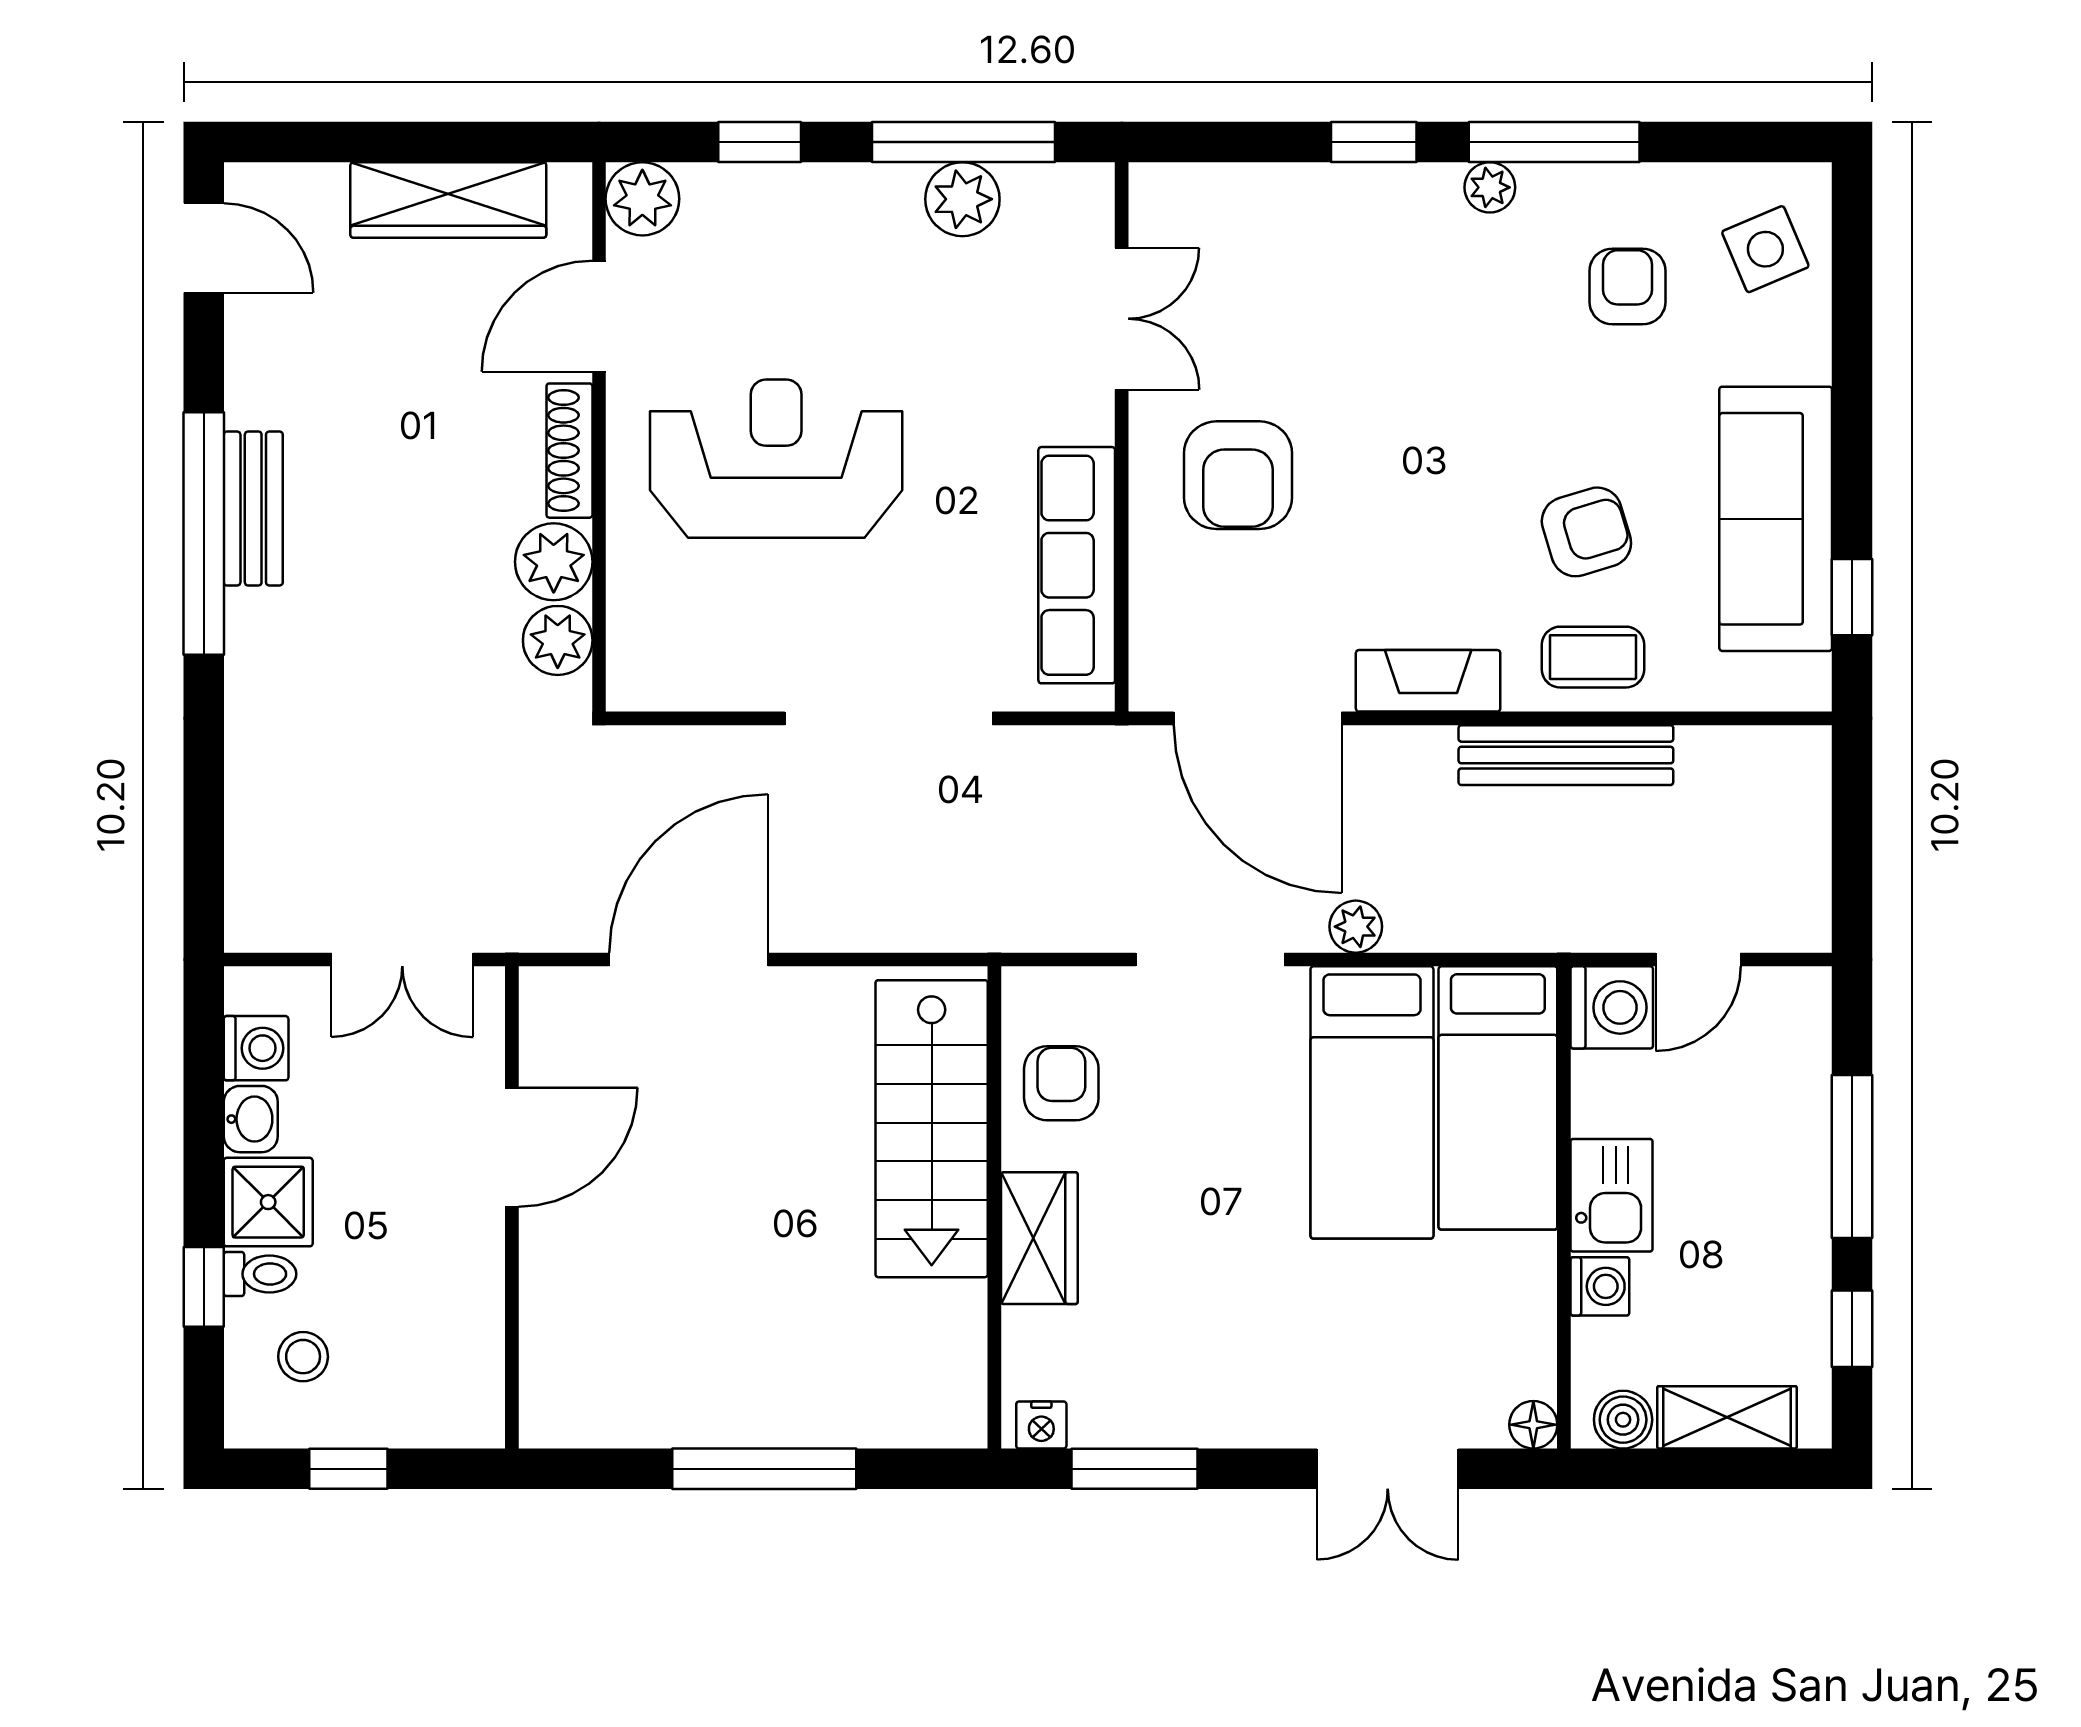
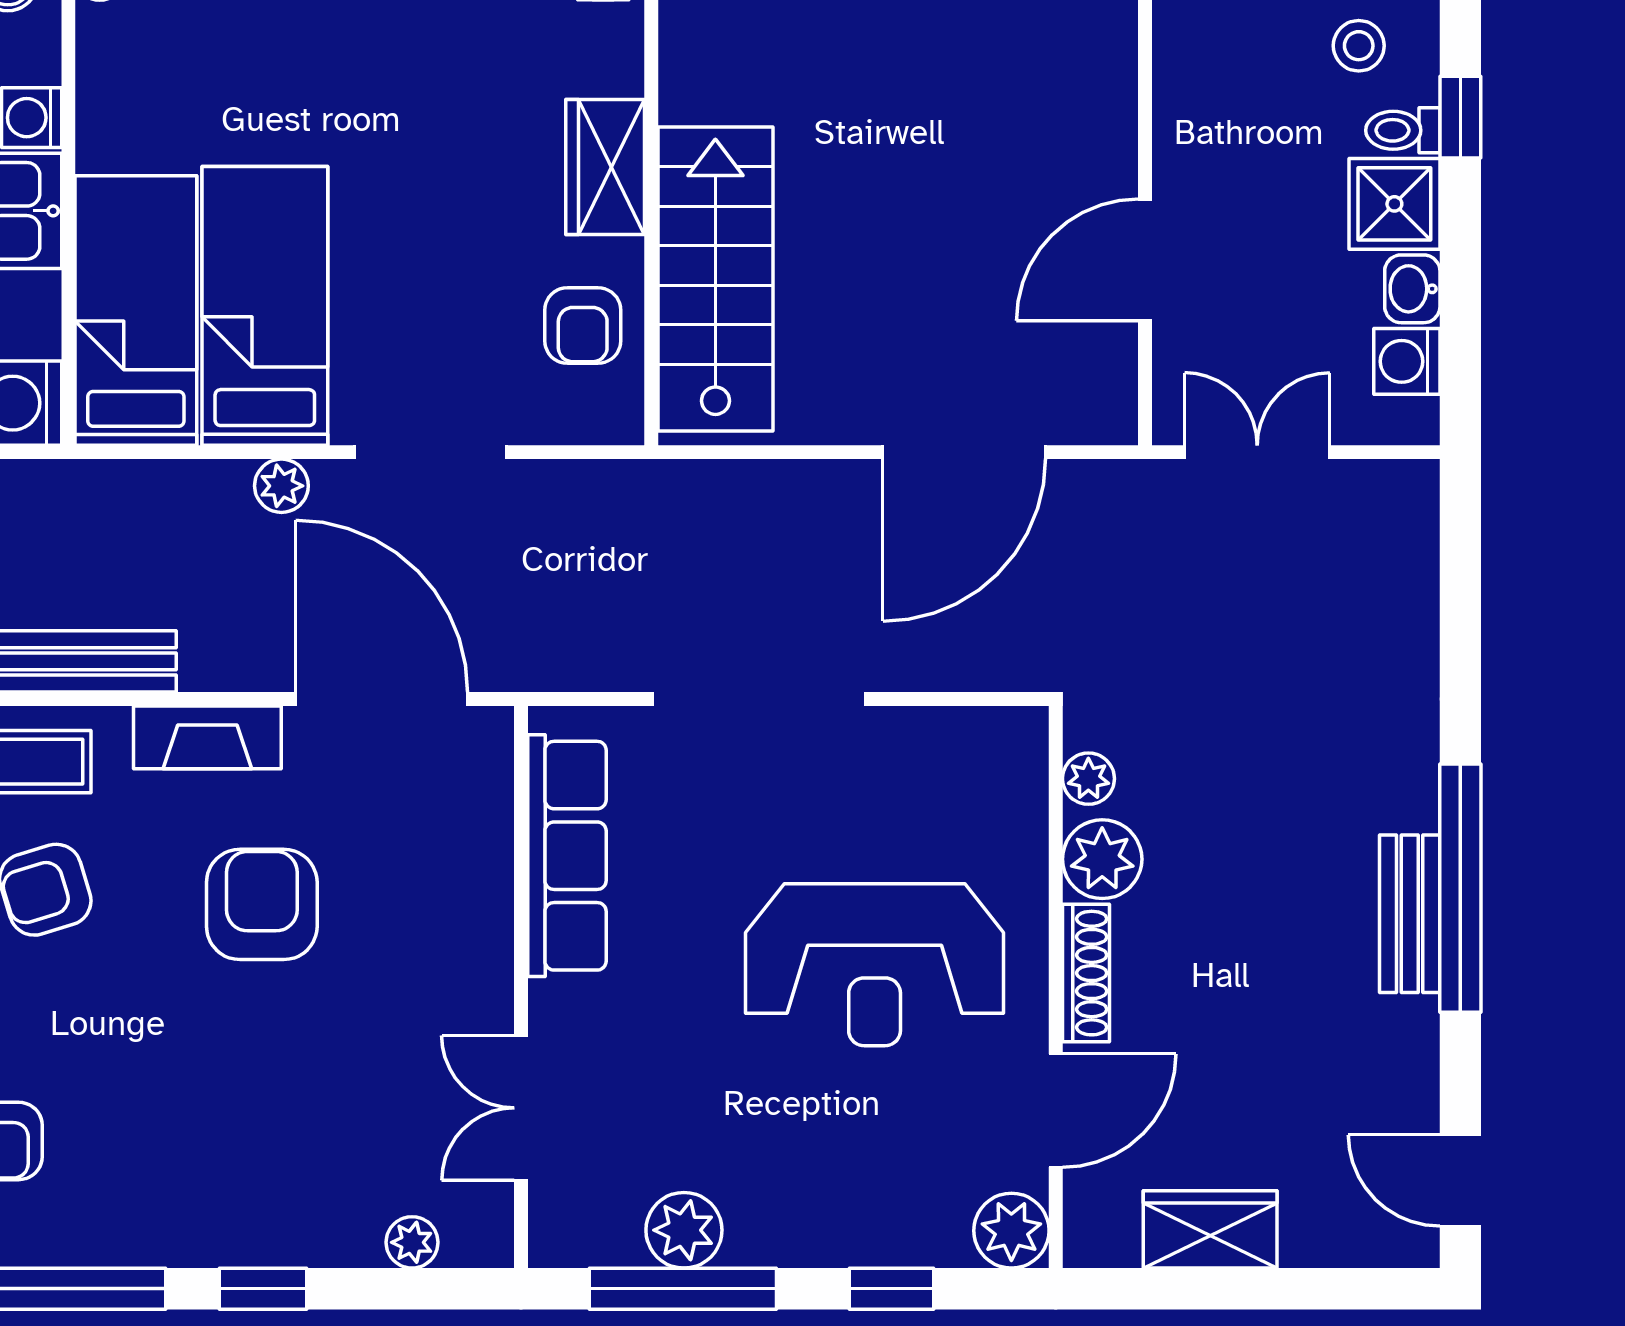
plant: (1490, 187) -> (412, 1242), moved
wardrobe: (448, 200) -> (1210, 1229), width x0.67
armchair: (1238, 475) -> (262, 904), moved
plant: (558, 640) -> (1088, 779), width x0.73, depth x0.73

